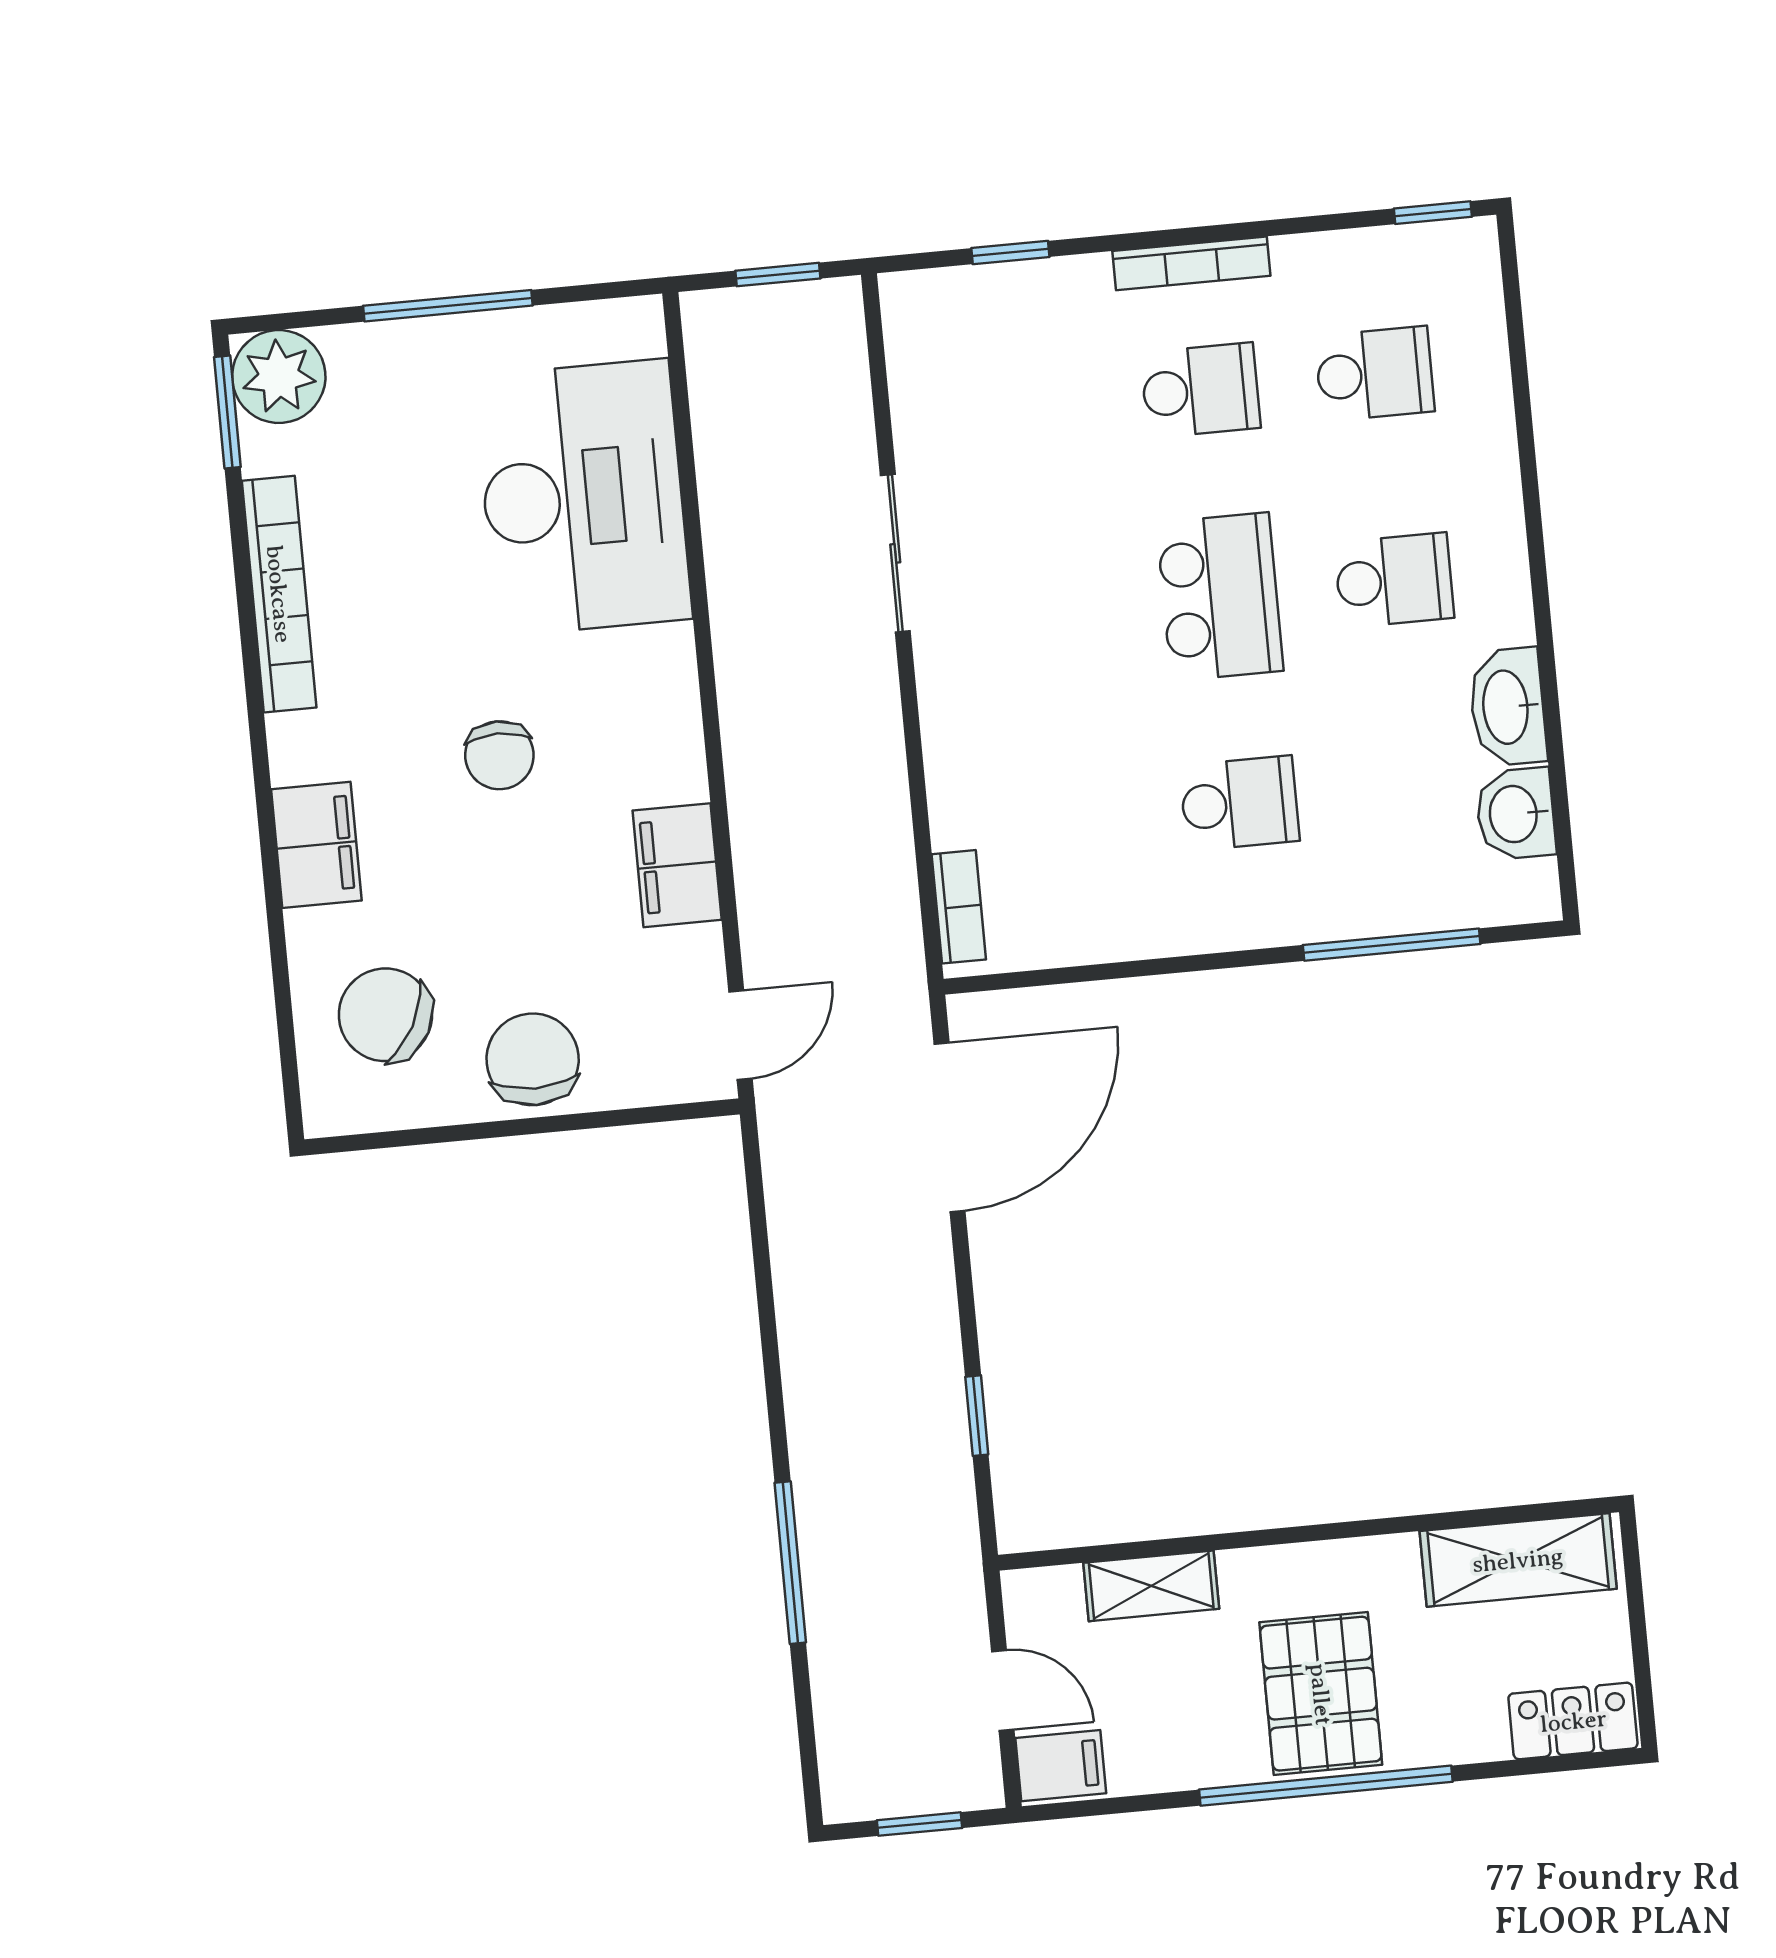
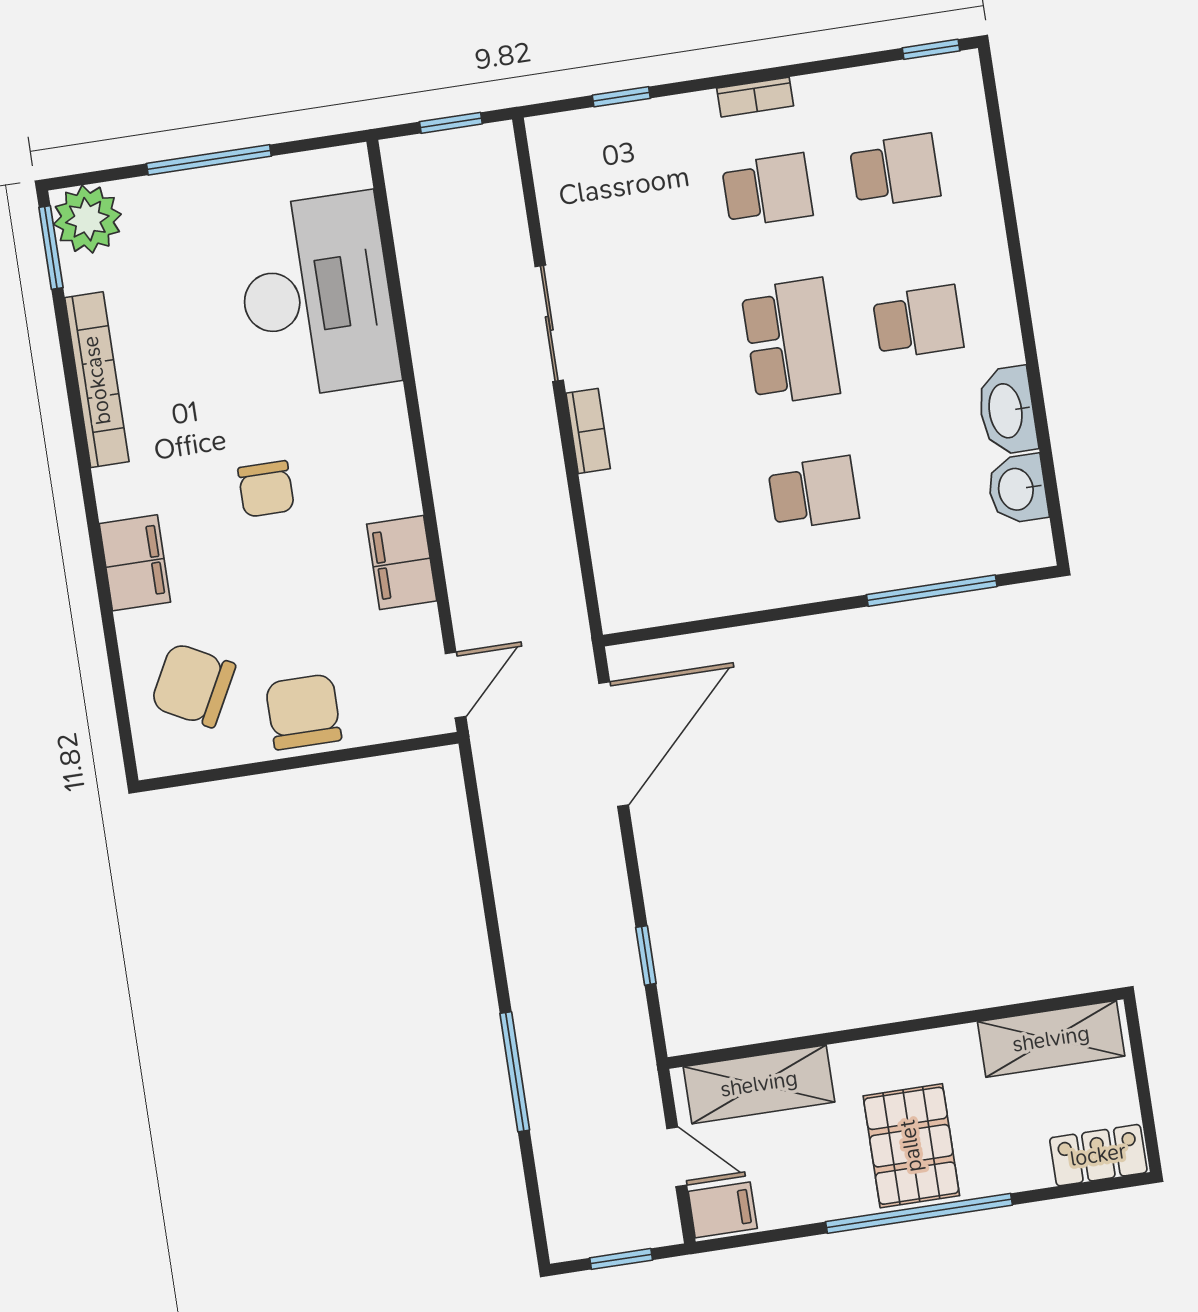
bookcase: (1191, 263) -> (755, 97), width x0.64
bookcase: (959, 907) -> (588, 431), moved
shelving: (1151, 1586) -> (759, 1084), width x1.50, depth x1.33

